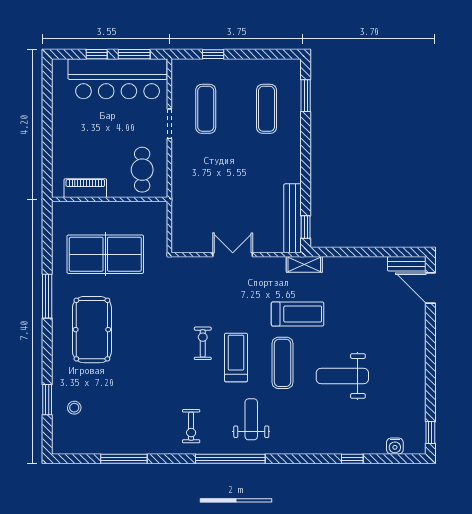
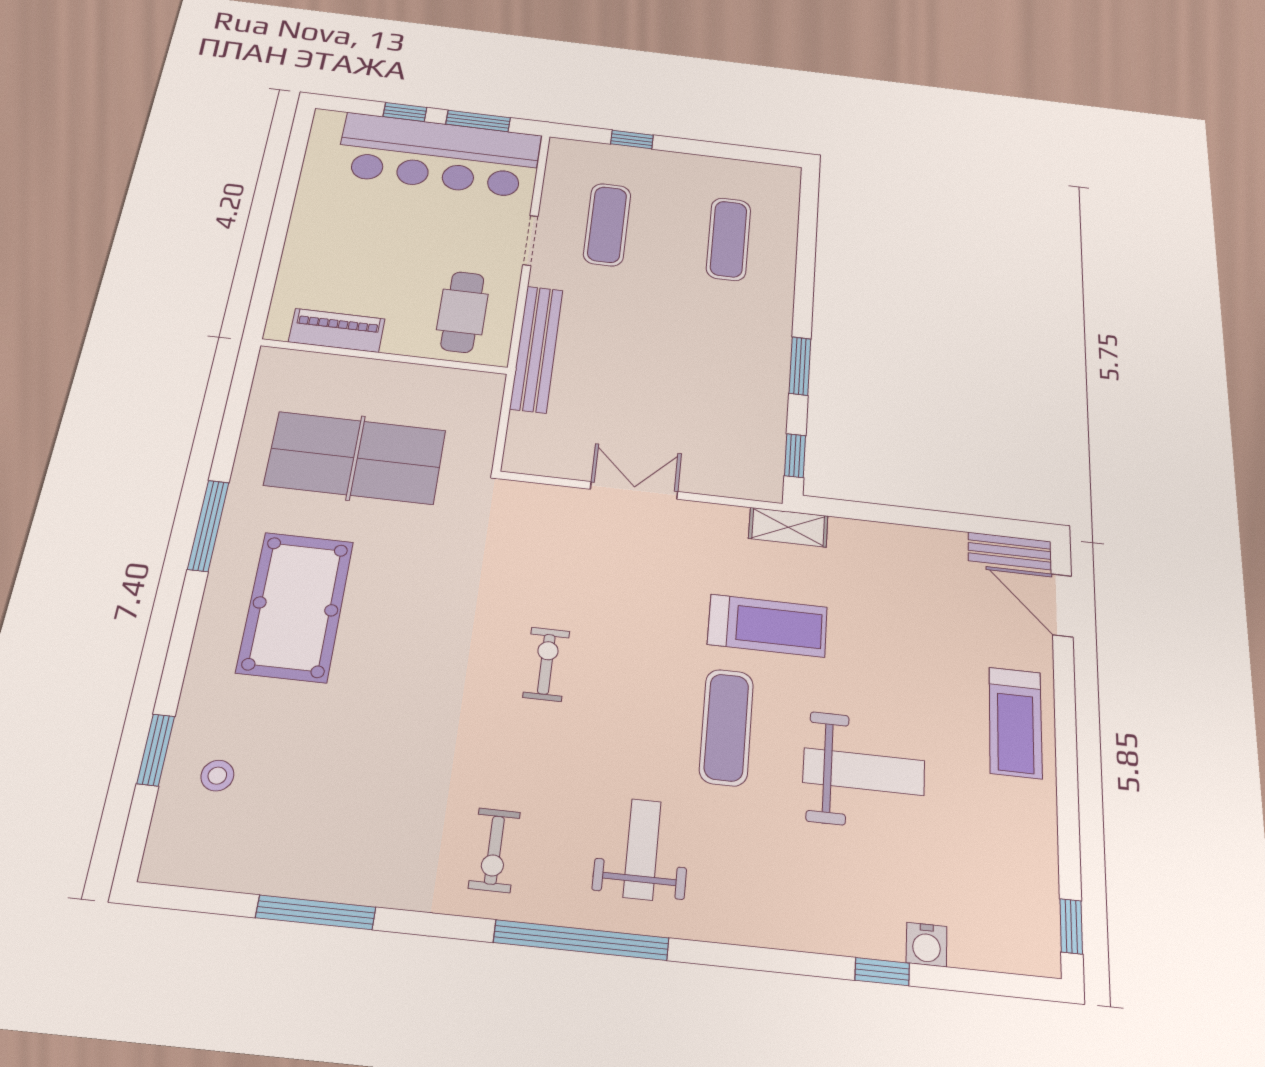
window: (306, 96) -> (800, 366), moved
bench: (293, 218) -> (537, 349), moved
treadmill: (236, 358) -> (1015, 722), moved, turned 180
weight bench: (342, 376) -> (864, 772), turned 180
water cooler: (395, 446) -> (927, 945), moved

